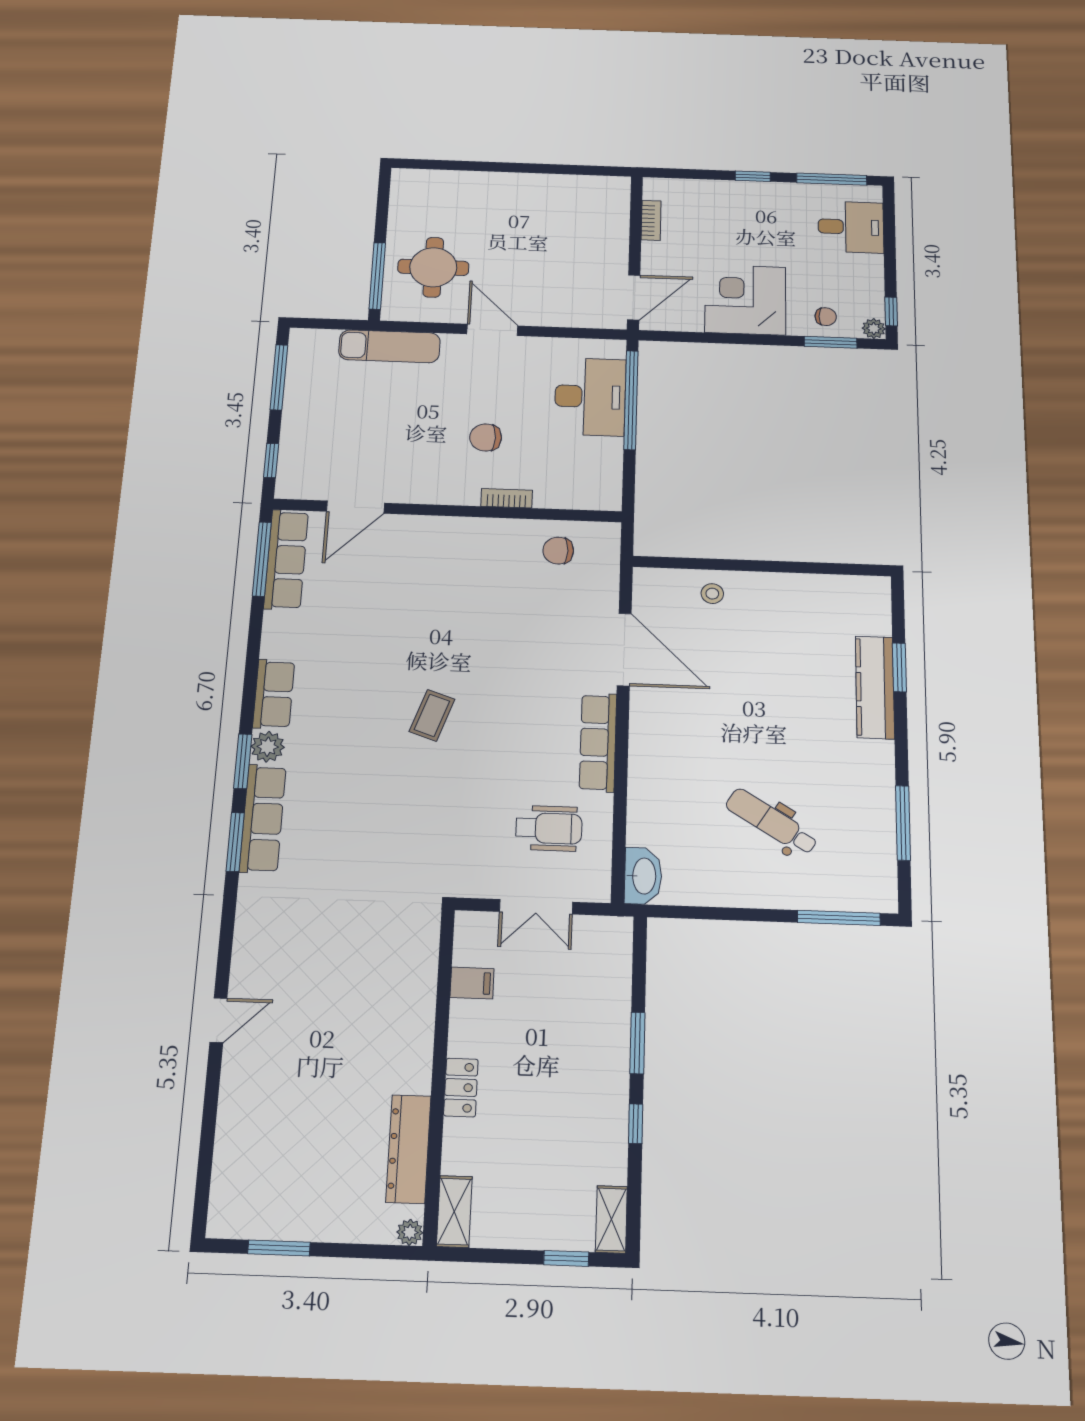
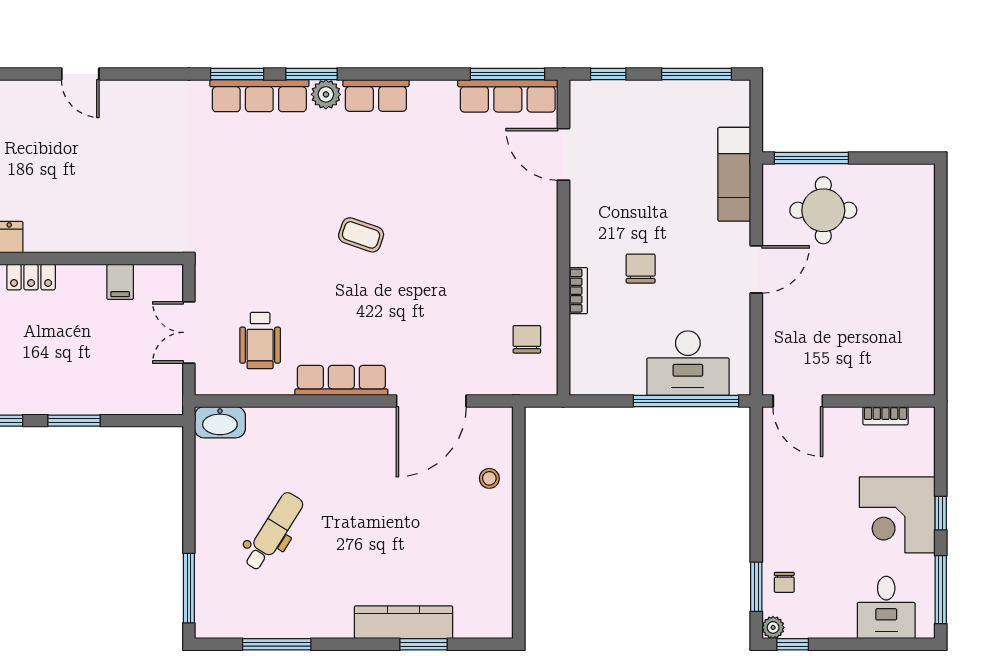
corner desk: (745, 300) -> (897, 515), moved, turned 180

